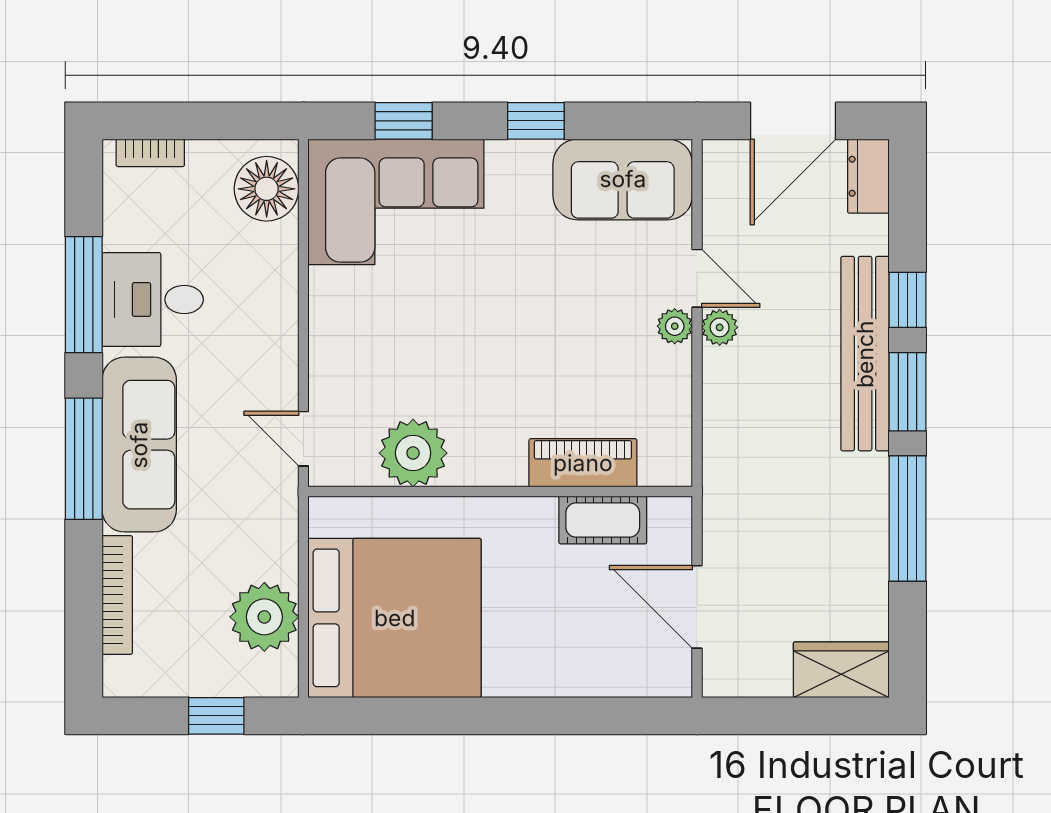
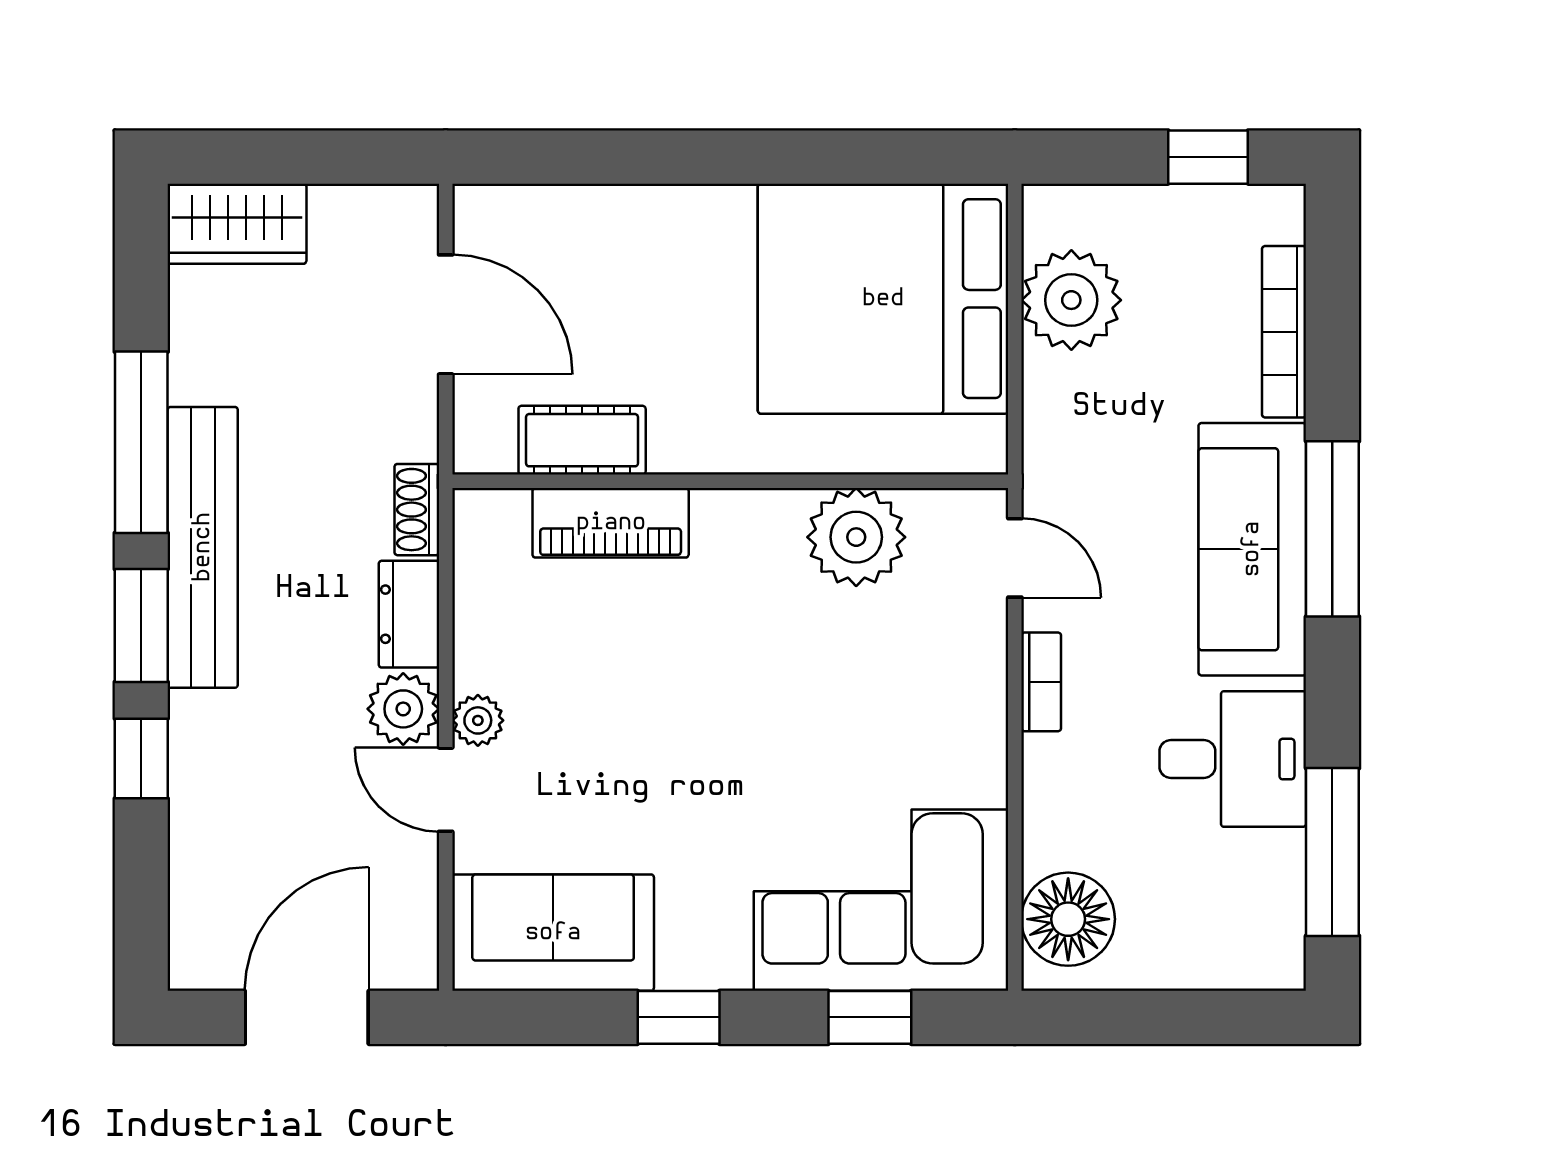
bookcase: (150, 153) -> (1041, 682), moved, turned 90
dresser: (868, 176) -> (409, 614), moved, turned 180
window: (84, 295) -> (1332, 852), moved
plant: (720, 327) -> (403, 709), width x1.38, depth x1.38
bench: (865, 354) -> (203, 547), moved
shoe rack: (717, 472) -> (417, 510), added
window: (216, 716) -> (1208, 157), moved

